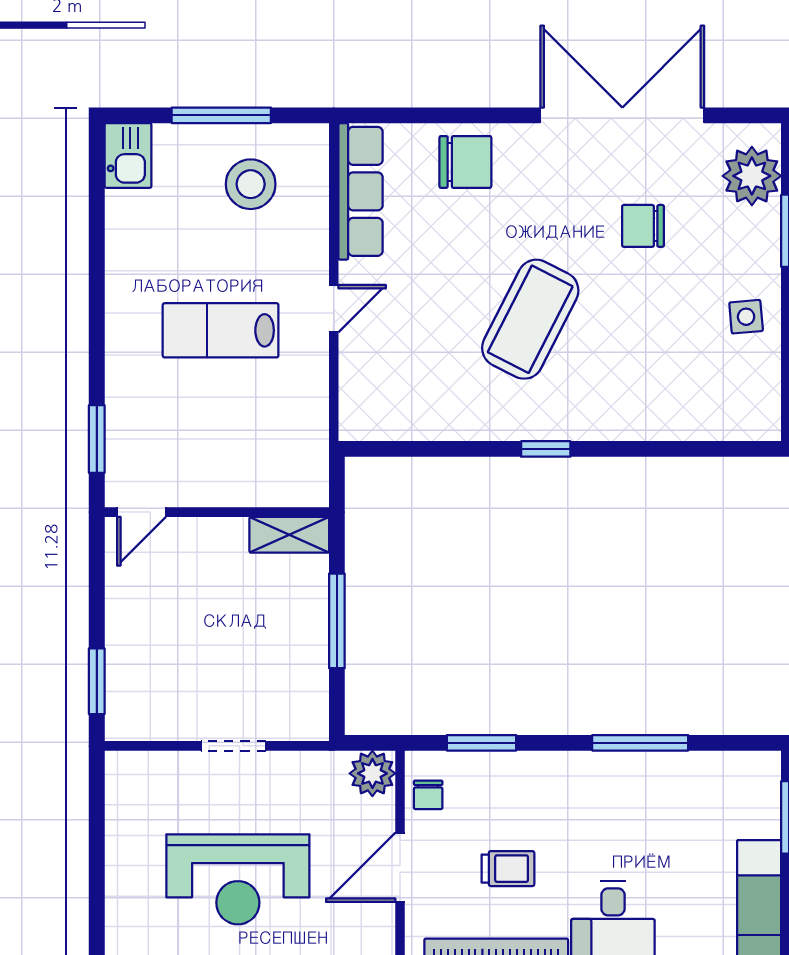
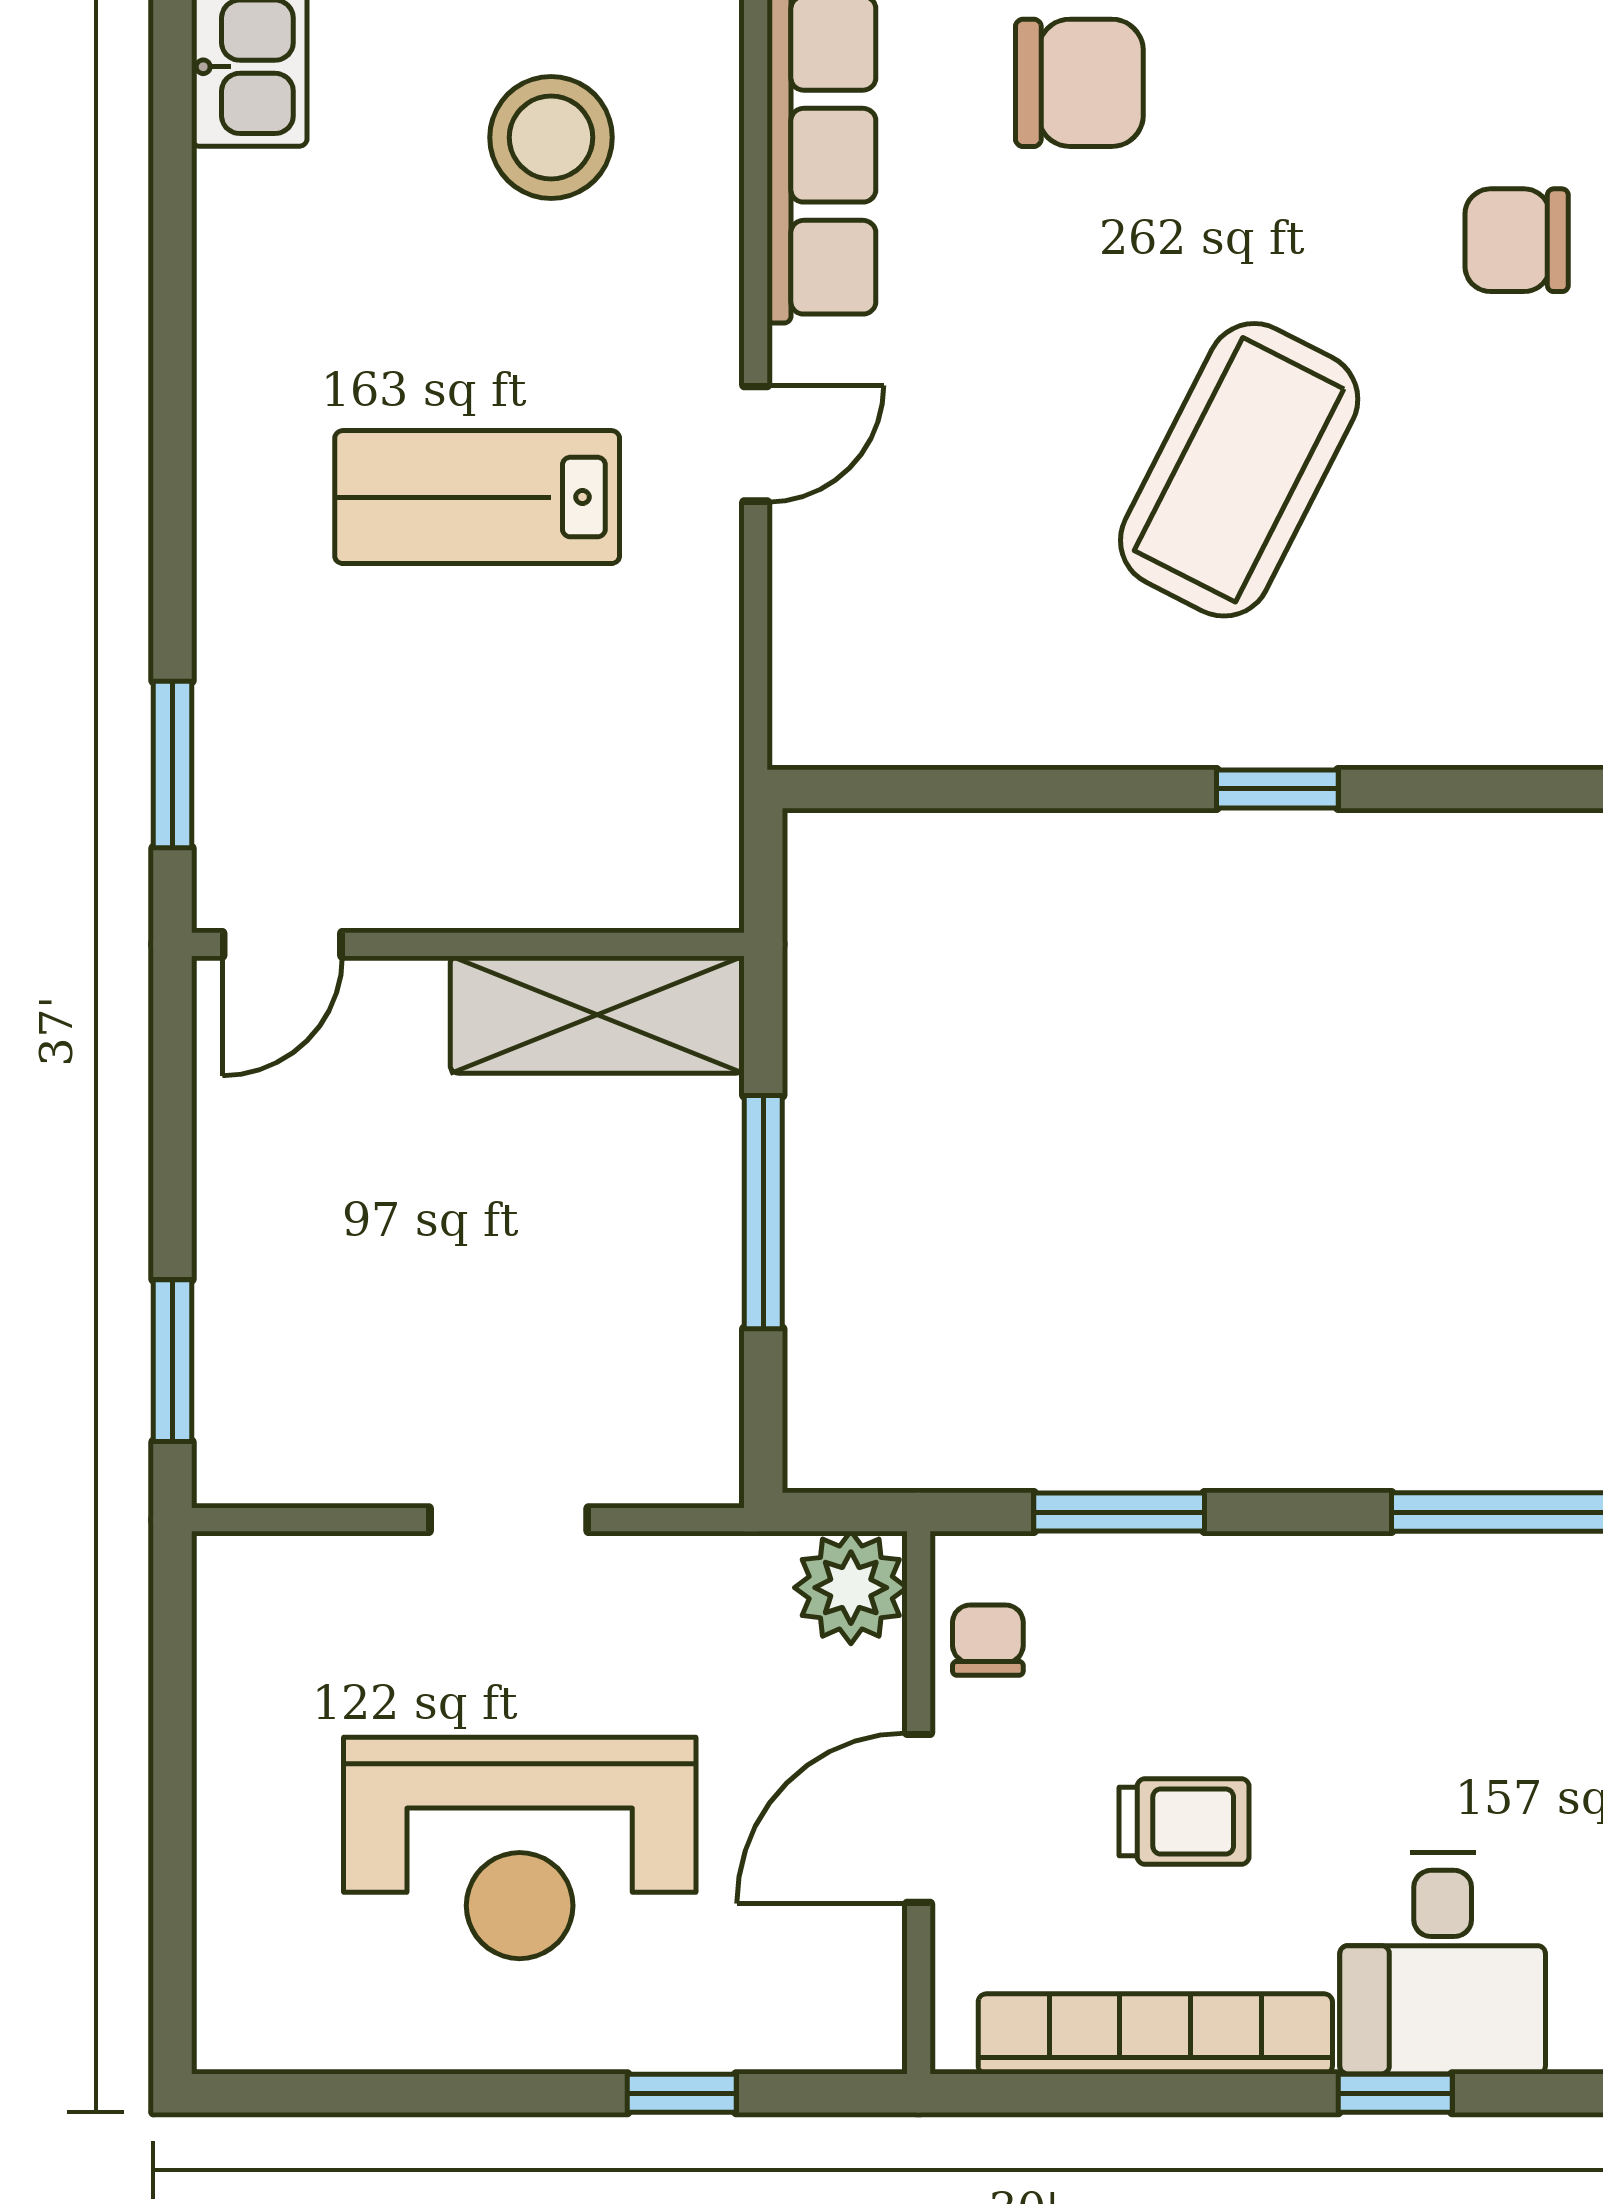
shelving: (289, 535) -> (597, 1015), width x1.50, depth x1.33
chair: (428, 795) -> (988, 1640), turned 180

